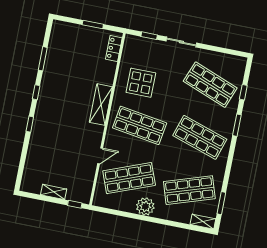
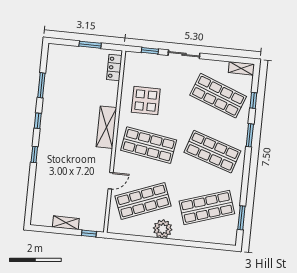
shelving: (203, 222) -> (241, 68), moved

